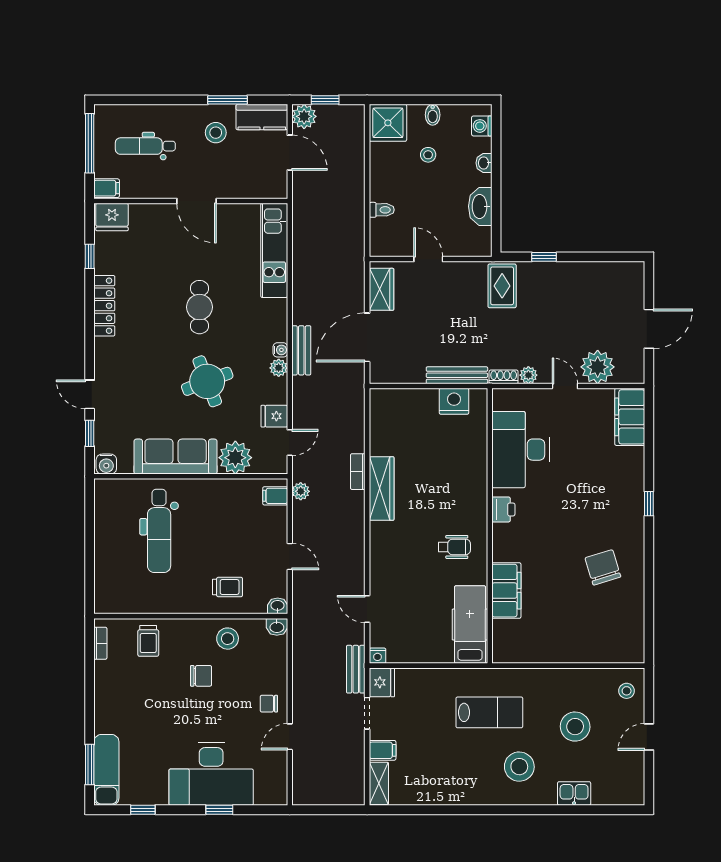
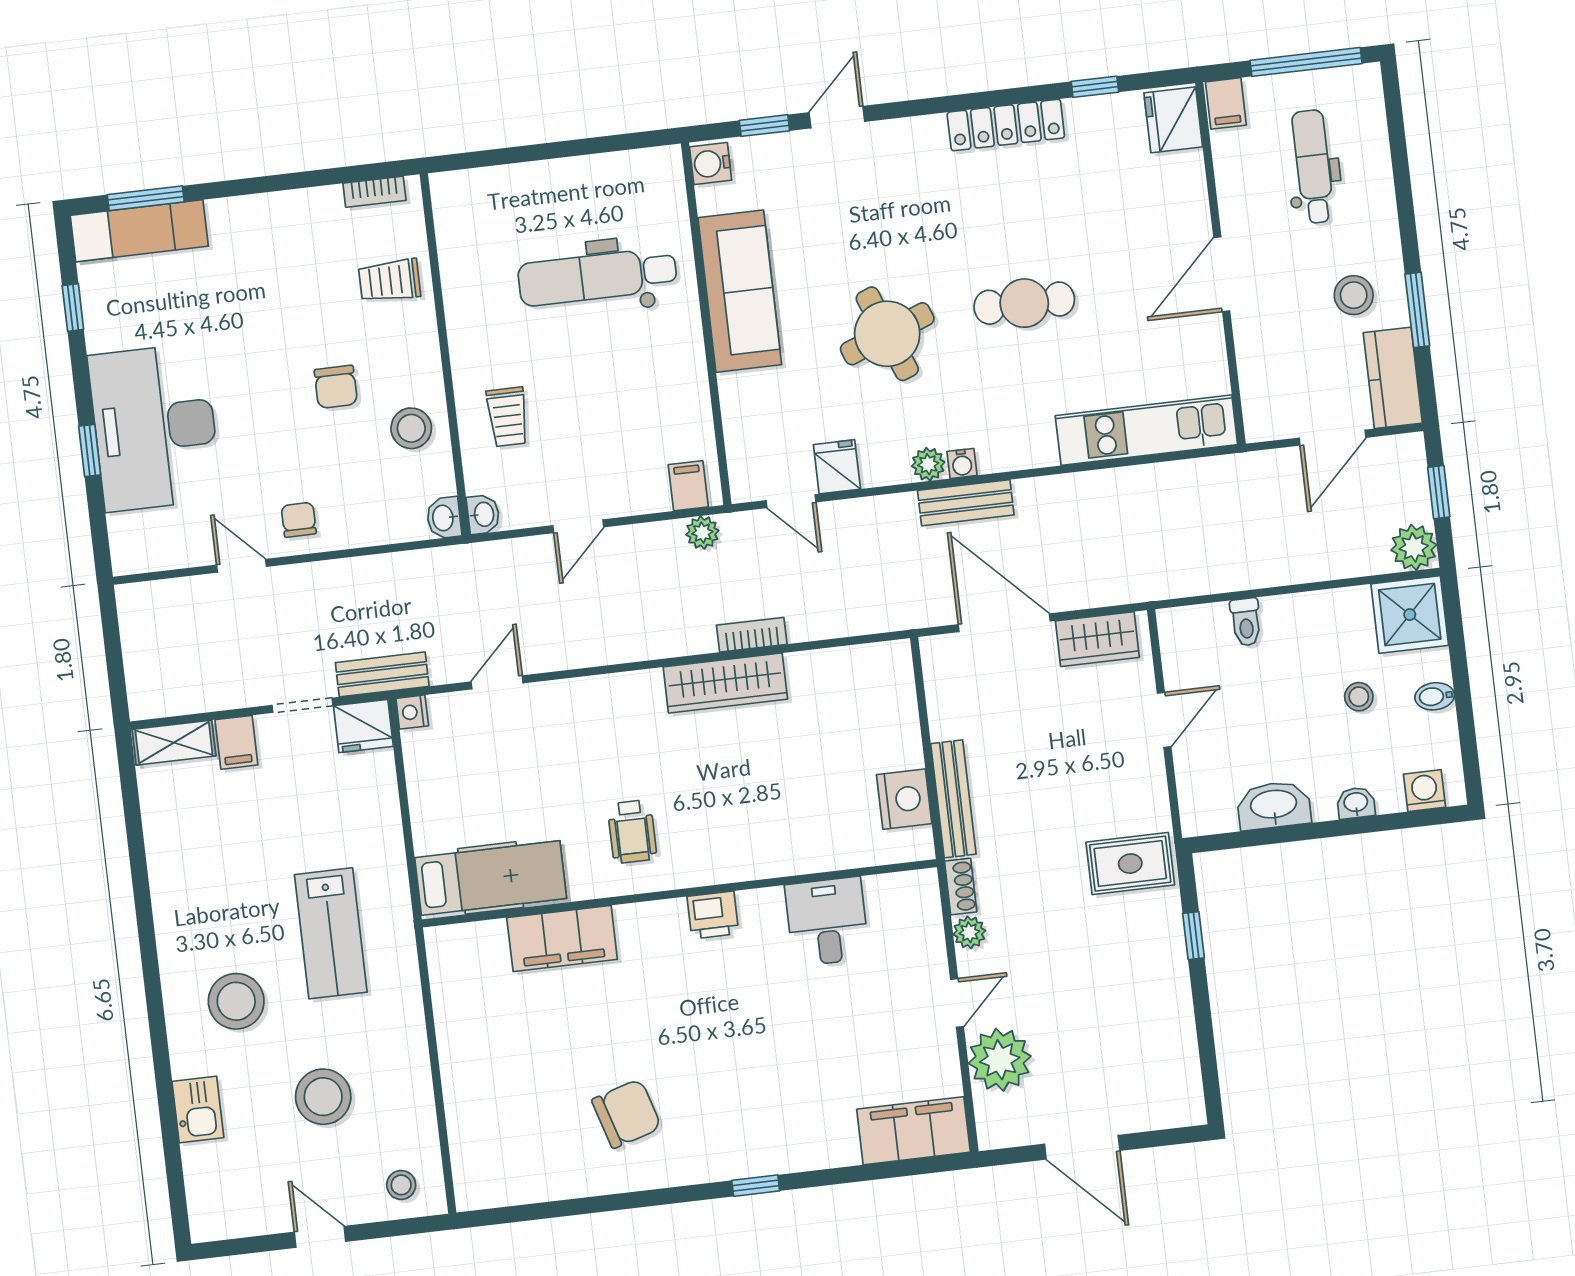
plant: (304, 116) -> (1414, 547), moved
desk: (520, 450) -> (827, 922), width x0.53, depth x0.77
plant: (235, 458) -> (751, 403), removed

